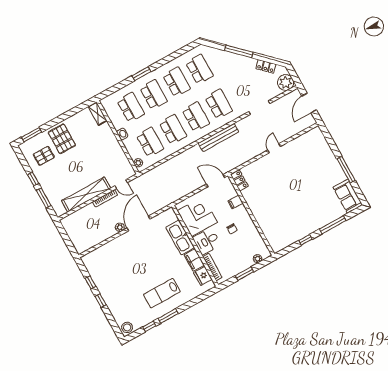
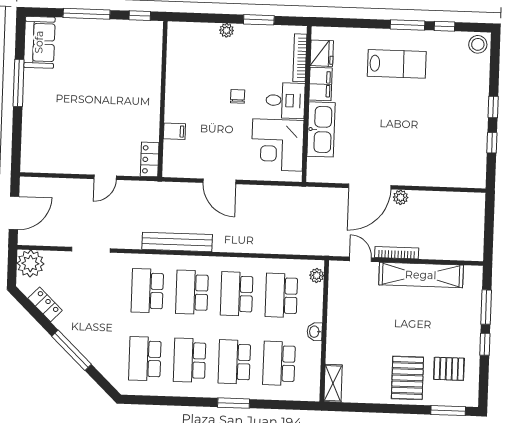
locker: (239, 180) -> (150, 159), moved
filing cabinet: (235, 202) -> (174, 131), moved
wall: (251, 215) -> (163, 99), moved

